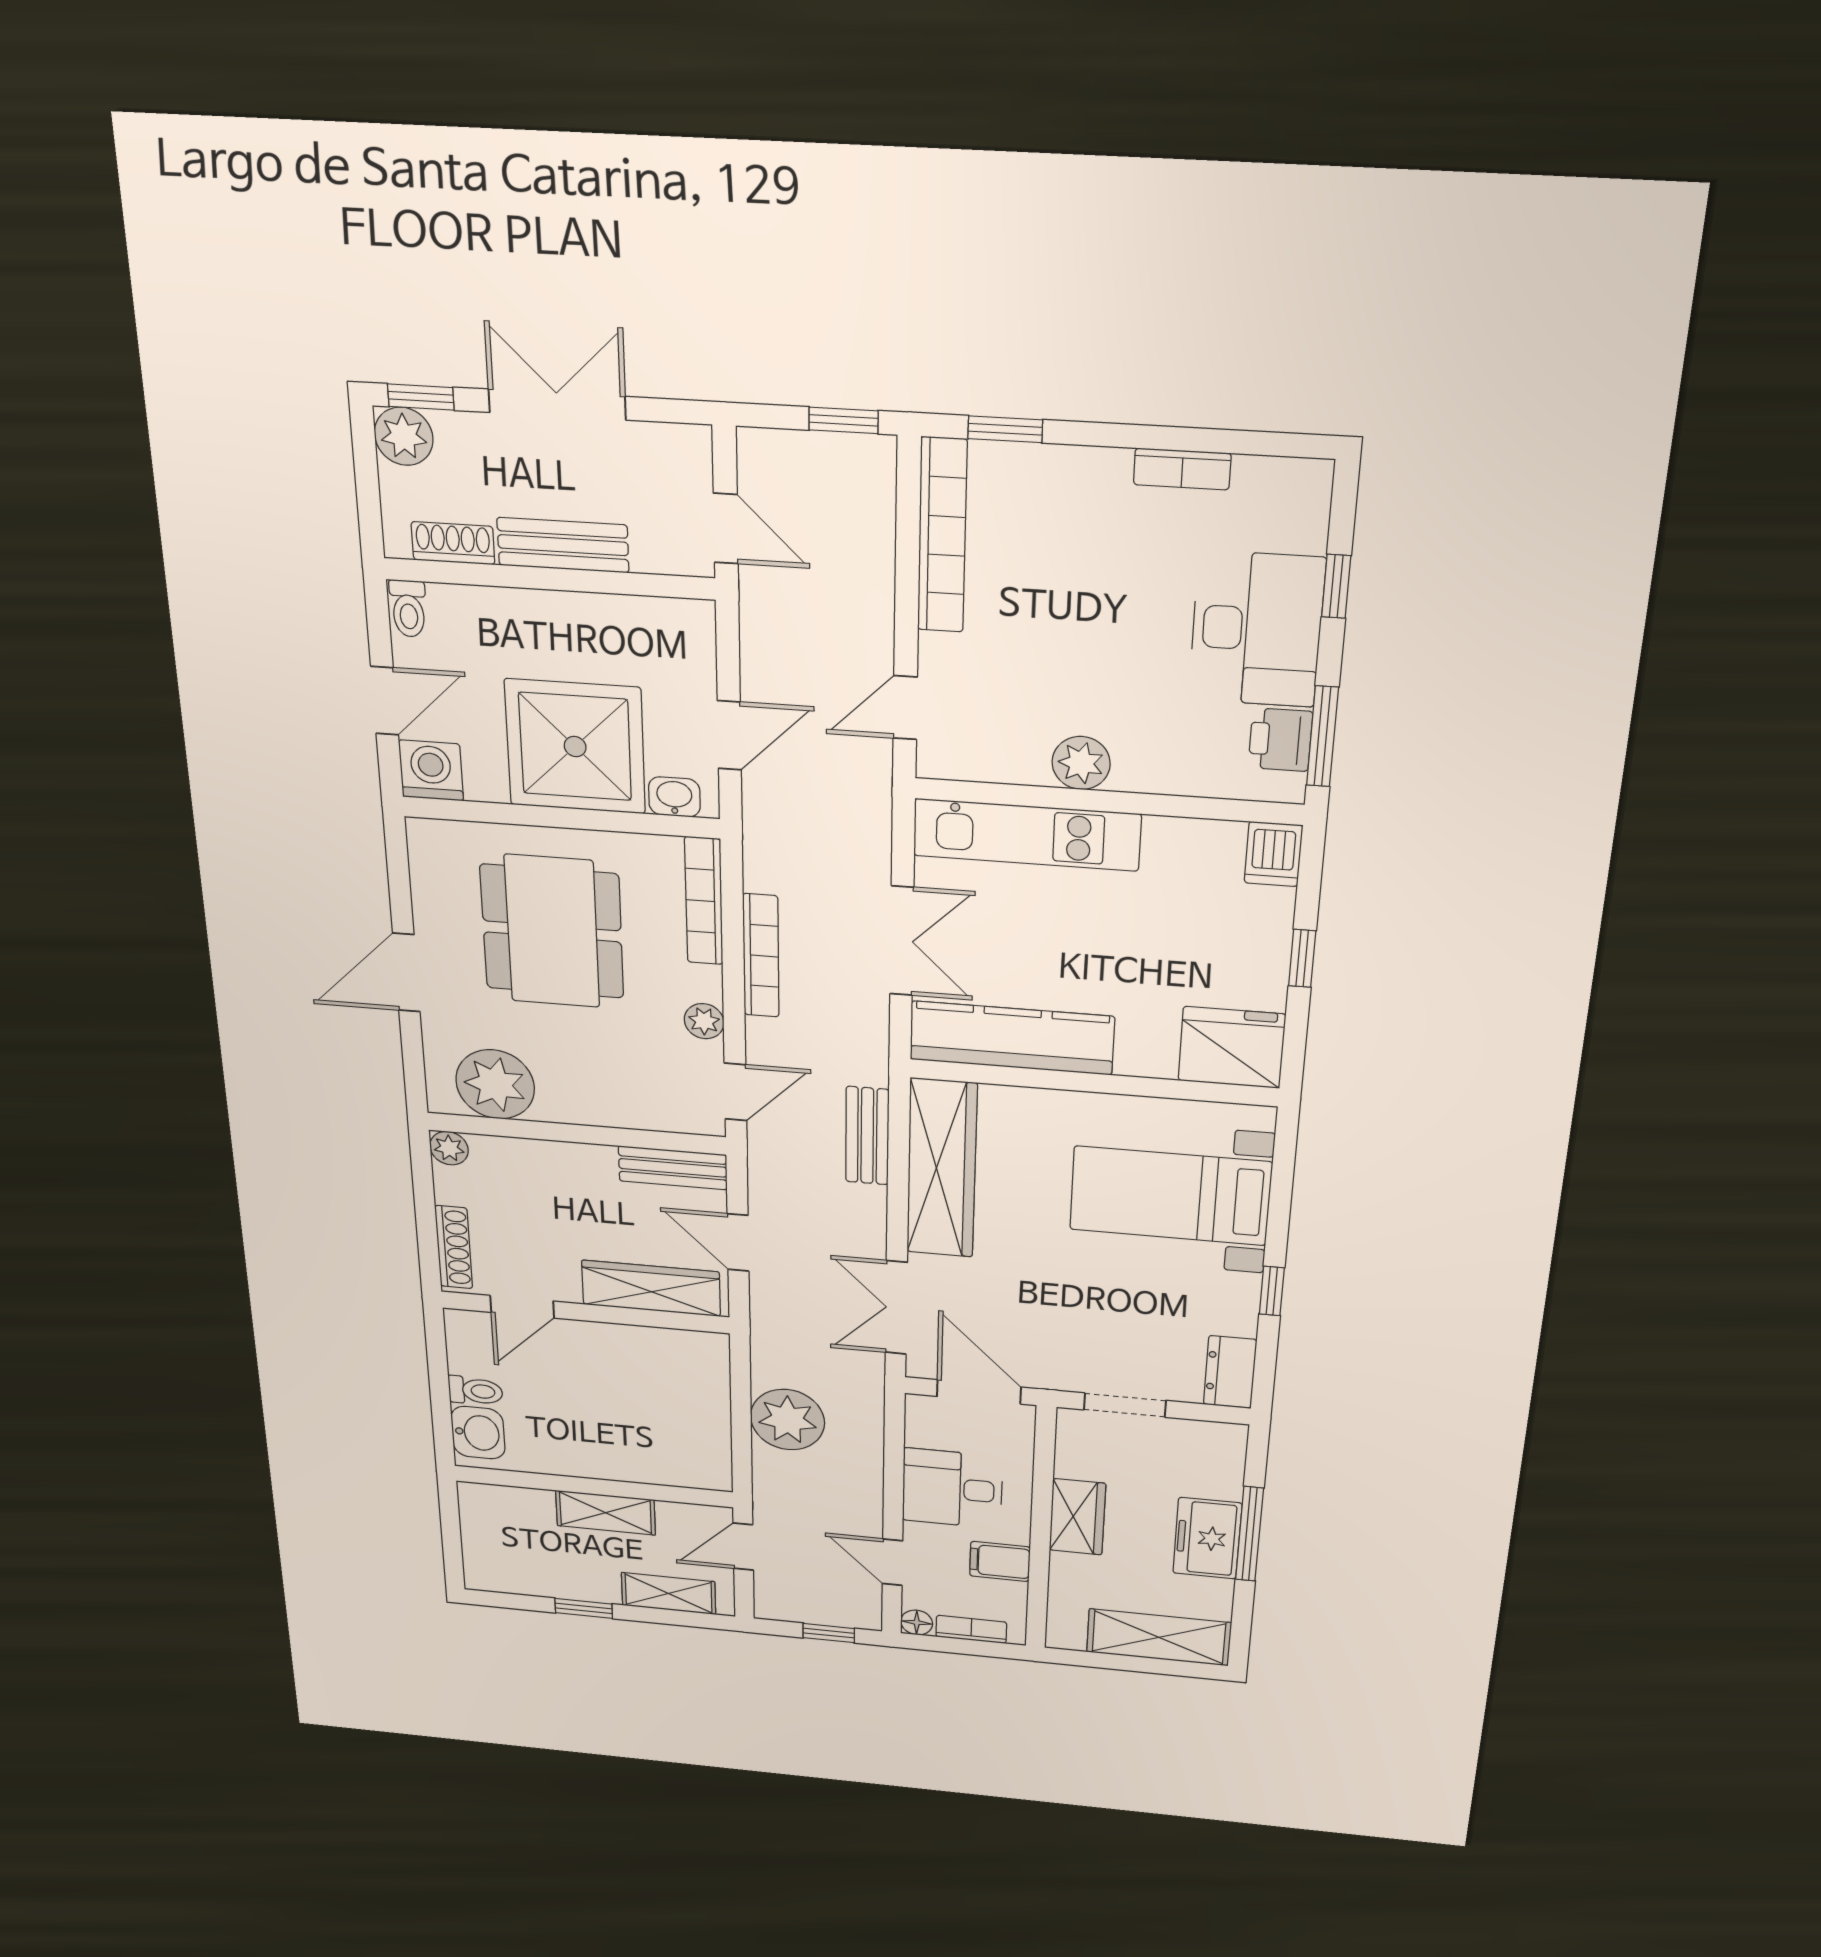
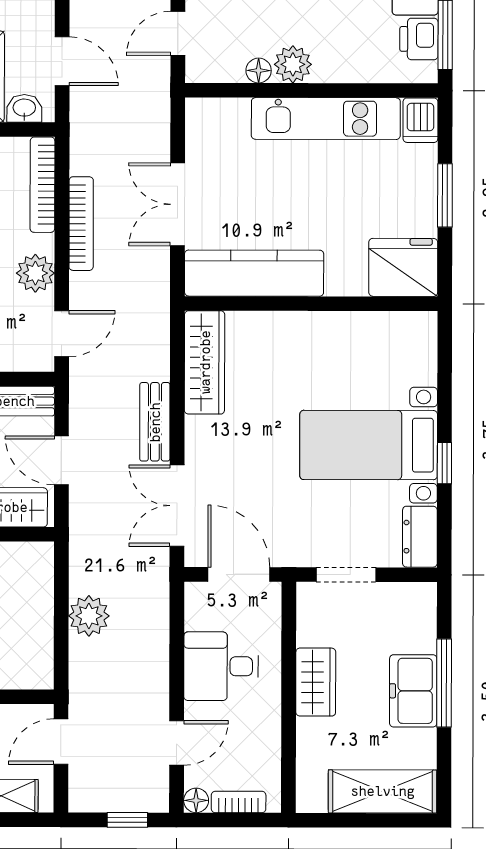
door: (729, 735) -> (62, 61), hinge flipped
floor lamp: (1028, 768) -> (259, 70), added
kitchen unit: (1027, 835) -> (326, 119), moved
double door: (902, 941) -> (178, 204), swing flipped
window: (1302, 958) -> (445, 195), width x1.50
plant: (704, 1021) -> (35, 273), width x1.38, depth x1.38
bench: (867, 1136) -> (155, 422), moved
wardrobe: (942, 1168) -> (205, 362), width x0.71, depth x0.85
bed with nightstands: (1170, 1196) -> (369, 445), moved
plant: (787, 1420) -> (89, 616), width x0.73, depth x0.73
filing cabinet: (1000, 1561) -> (259, 732), removed
door: (892, 1562) -> (177, 743), swing flipped

